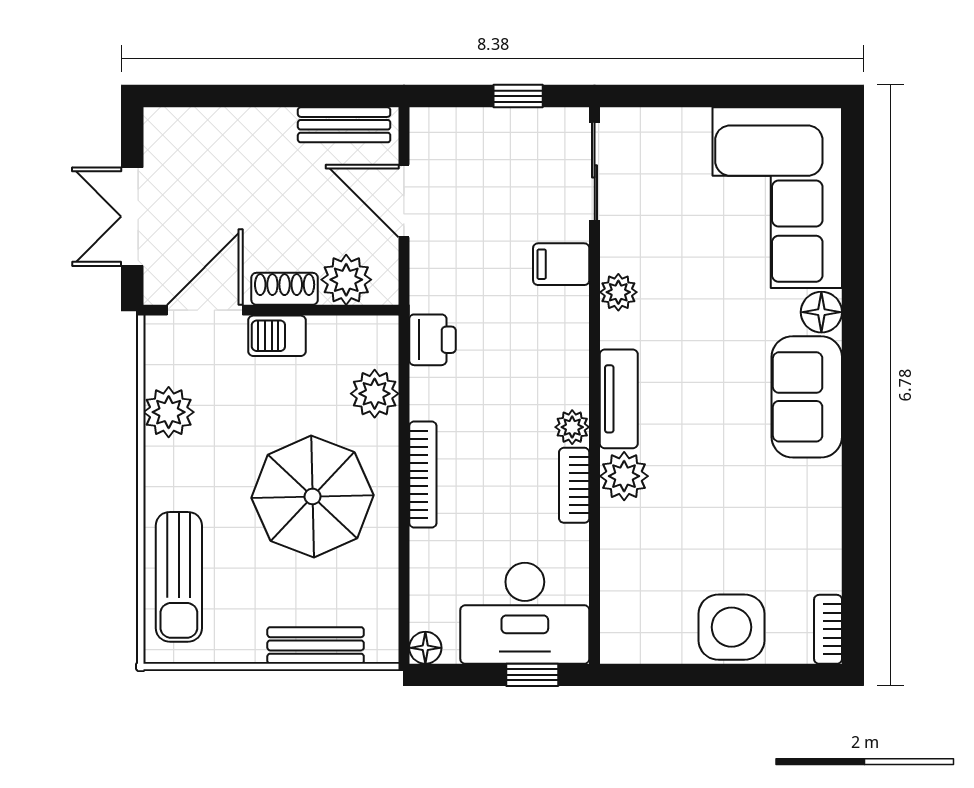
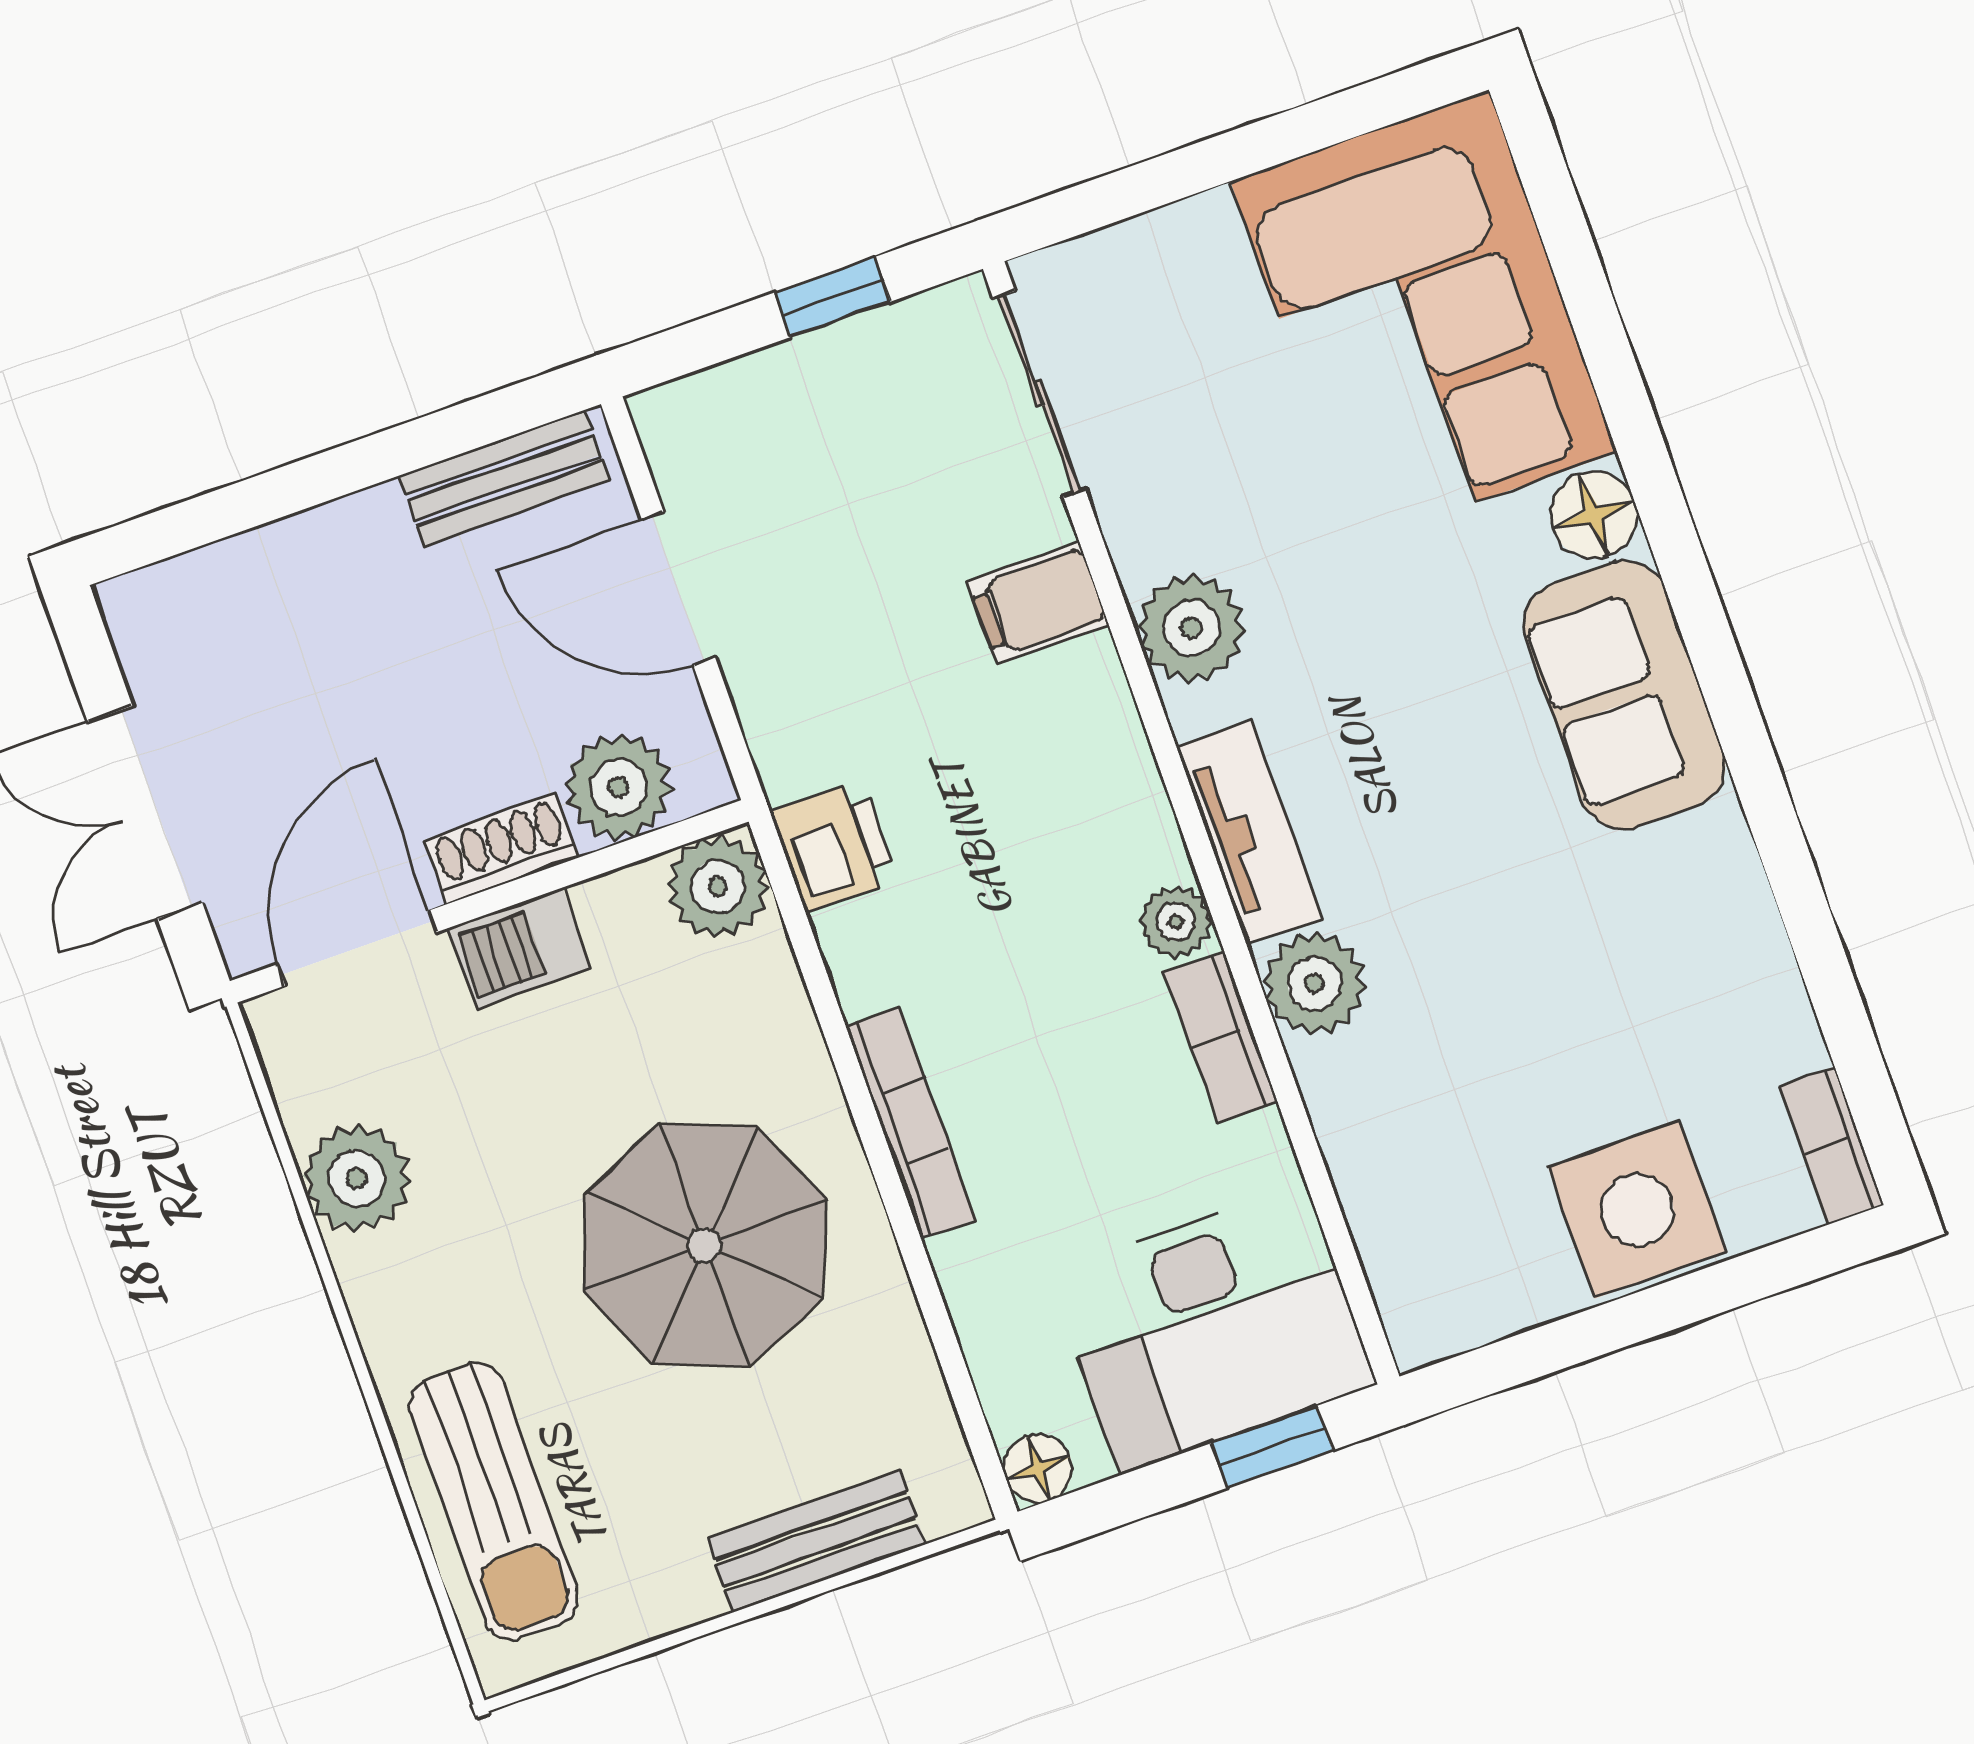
plant: (618, 292) -> (1191, 628), width x1.38, depth x1.38
plant: (375, 394) -> (718, 887), moved

